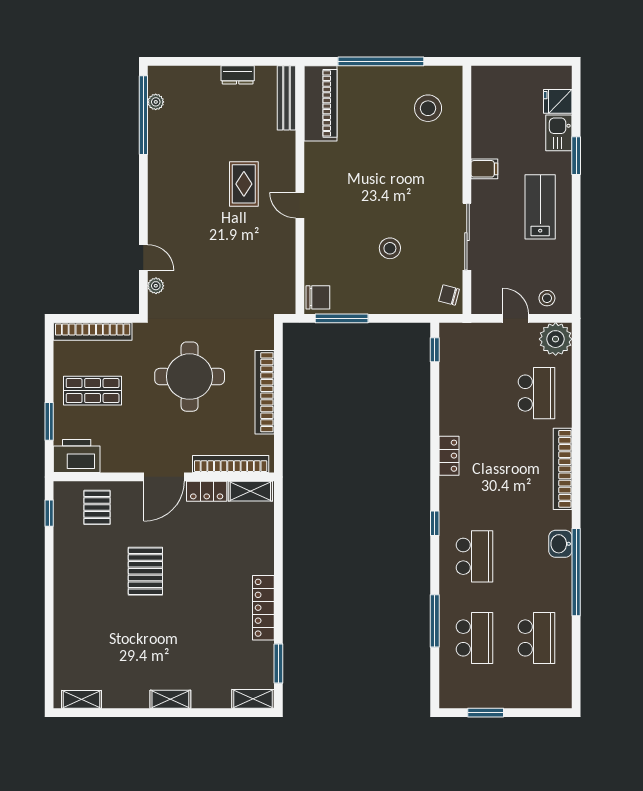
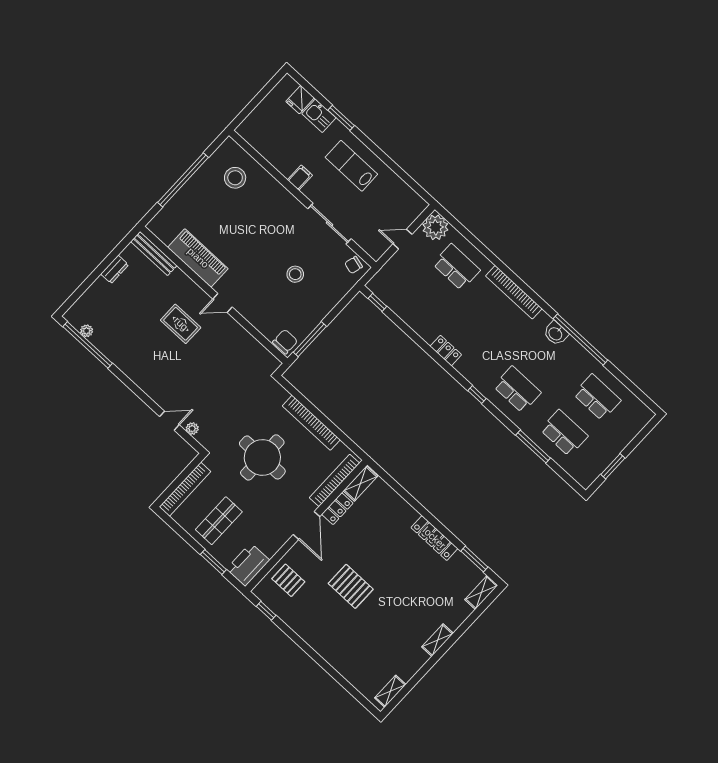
piano: (320, 103) -> (198, 258), moved
stool: (547, 298) -> (407, 210), removed

